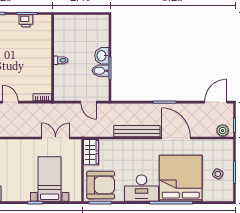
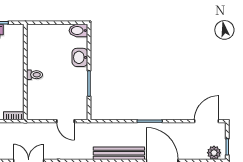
washbasin: (102, 56) -> (80, 57), moved
bidet: (101, 71) -> (78, 31), moved

